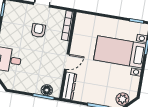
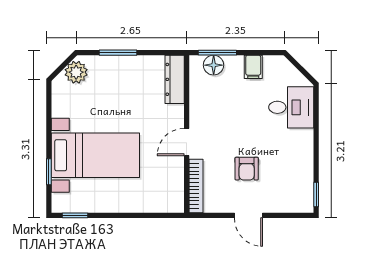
door: (67, 62) -> (187, 142), moved
filing cabinet: (25, 85) -> (253, 67), added

